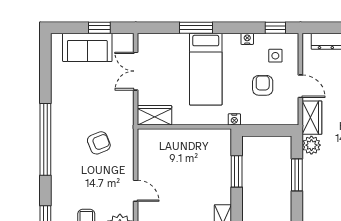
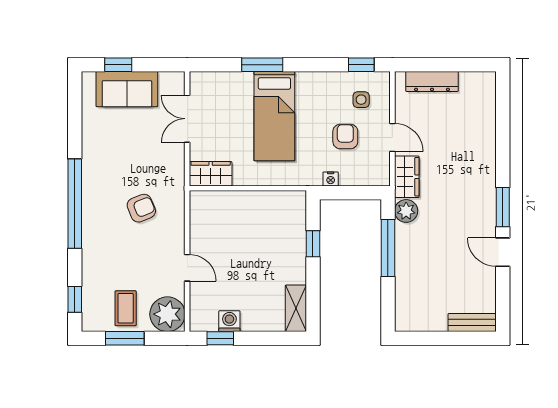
window: (99, 28) -> (118, 65), moved
nightstand: (247, 39) -> (326, 78), removed
nightstand: (234, 119) -> (331, 179), moved
window: (237, 171) -> (313, 244), width x0.67
window: (297, 175) -> (388, 248), width x1.44

